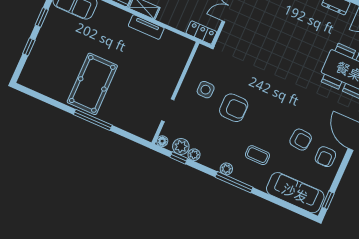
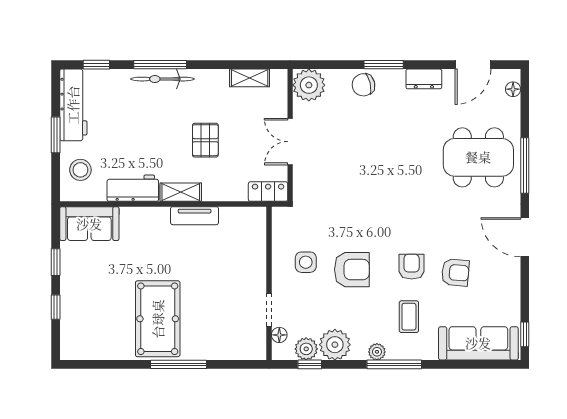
floor lamp: (162, 141) -> (279, 335), moved
plant: (194, 155) -> (335, 345), width x1.88, depth x1.88
coffee table: (257, 155) -> (409, 317), turned 90
armchair: (325, 157) -> (412, 267), moved, turned 180

